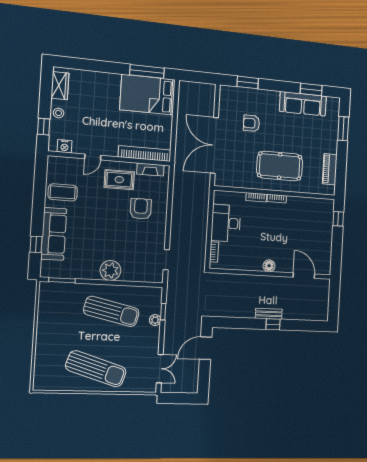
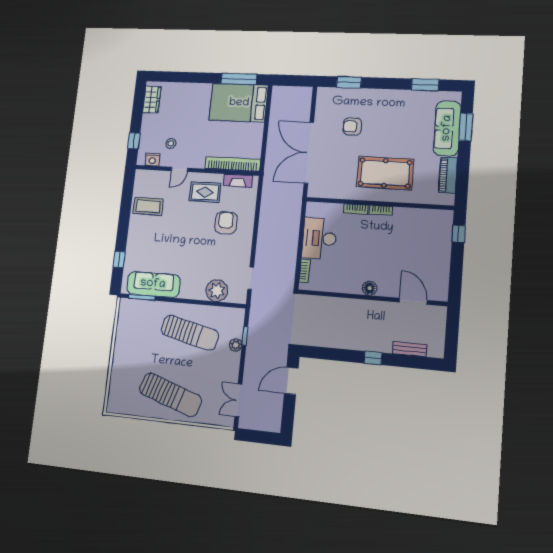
sofa: (303, 104) -> (447, 128), moved, turned 90
stool: (59, 113) -> (171, 143), moved
sofa: (54, 234) -> (153, 284), moved, turned -90
plant: (110, 270) -> (217, 291), moved
bench: (269, 314) -> (410, 349), moved
double door: (160, 369) -> (238, 400), swing flipped

